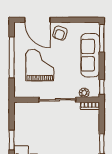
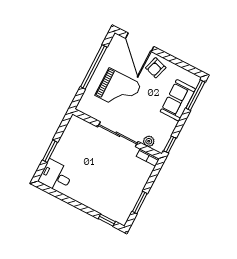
sofa: (90, 55) -> (178, 100), width x0.73
grand piano: (40, 65) -> (118, 90), turned 90

